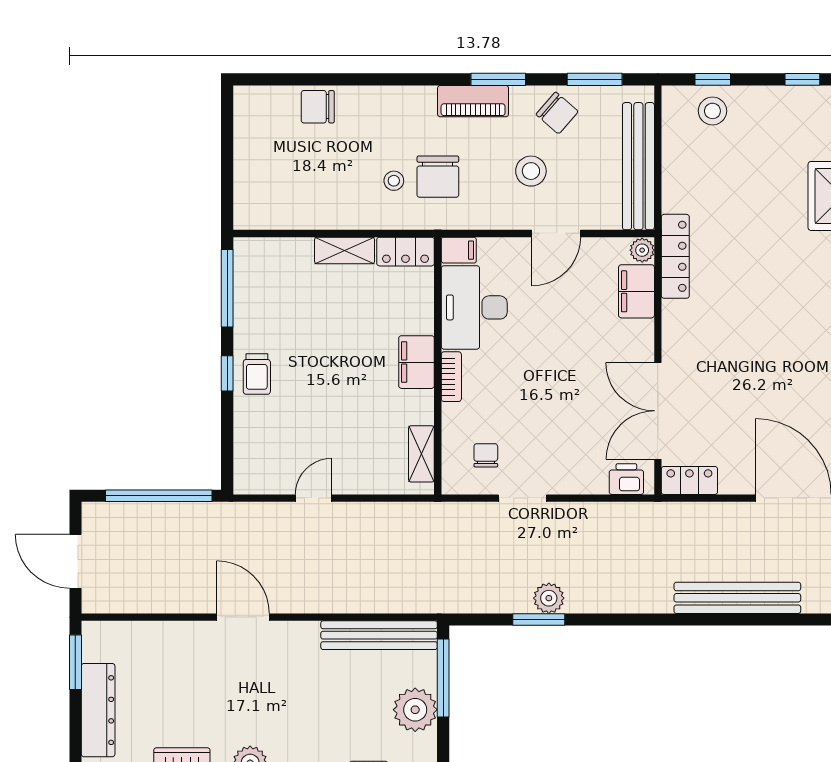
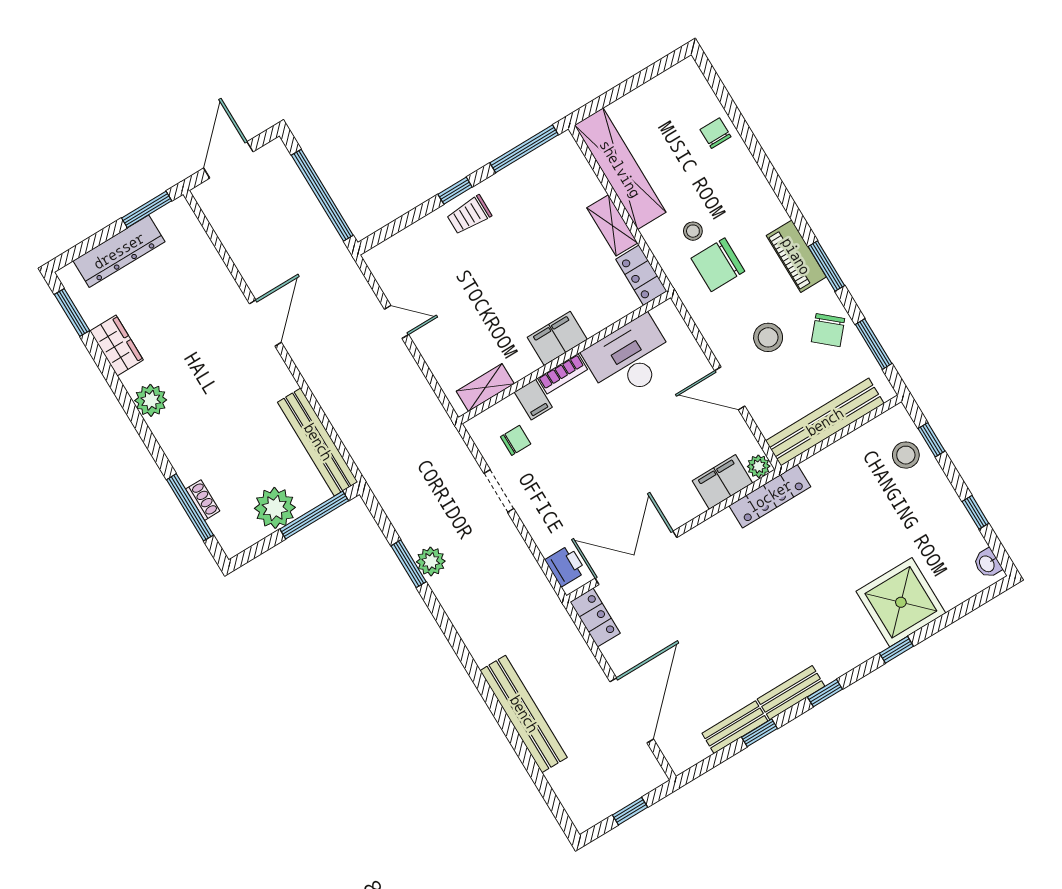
chair: (318, 107) -> (716, 133), width x0.73, depth x0.73
shelving: (298, 212) -> (620, 169), added
filing cabinet: (459, 250) -> (533, 400), moved

